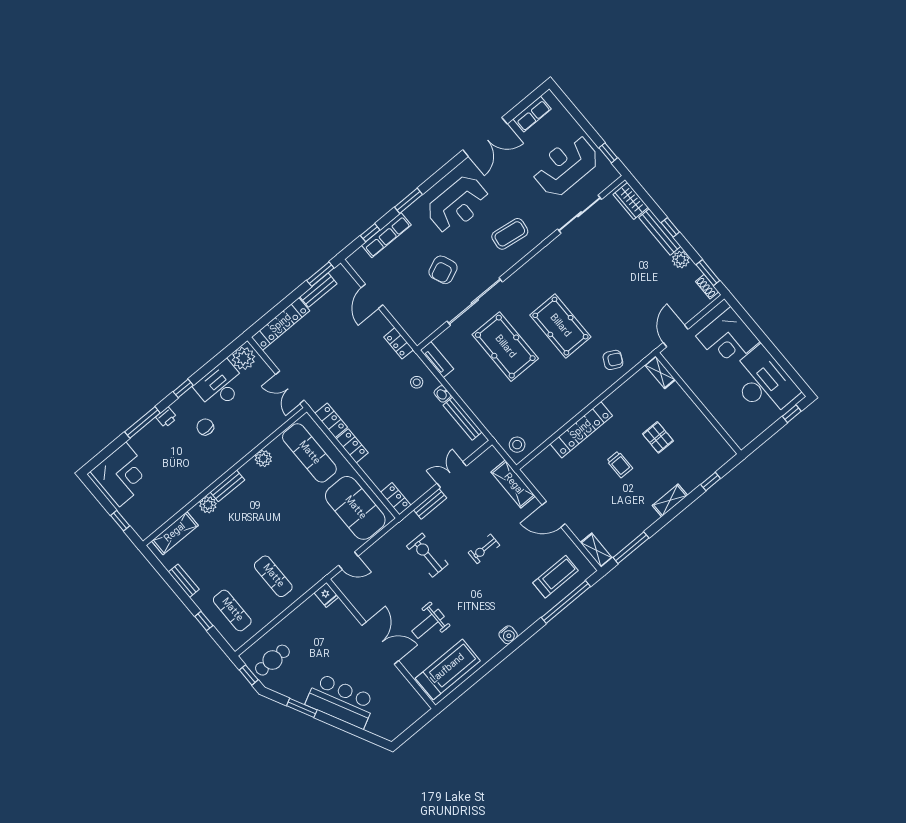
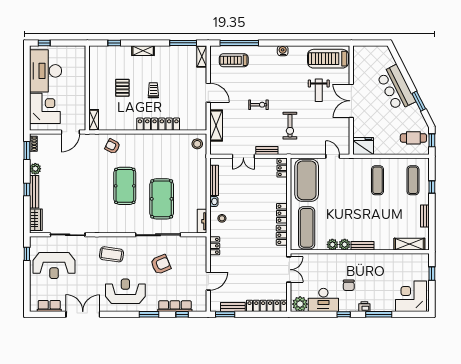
plant: (208, 505) -> (345, 245), moved
fridge: (326, 595) -> (363, 146), width x1.88, depth x1.34
weight bench: (428, 624) -> (319, 90), turned 90

